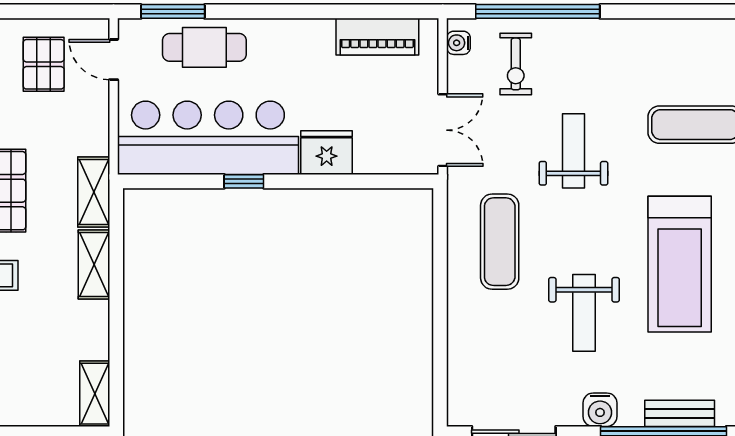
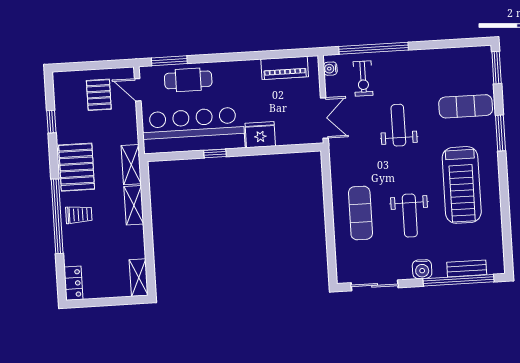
exercise mat: (500, 242) -> (360, 213), moved

